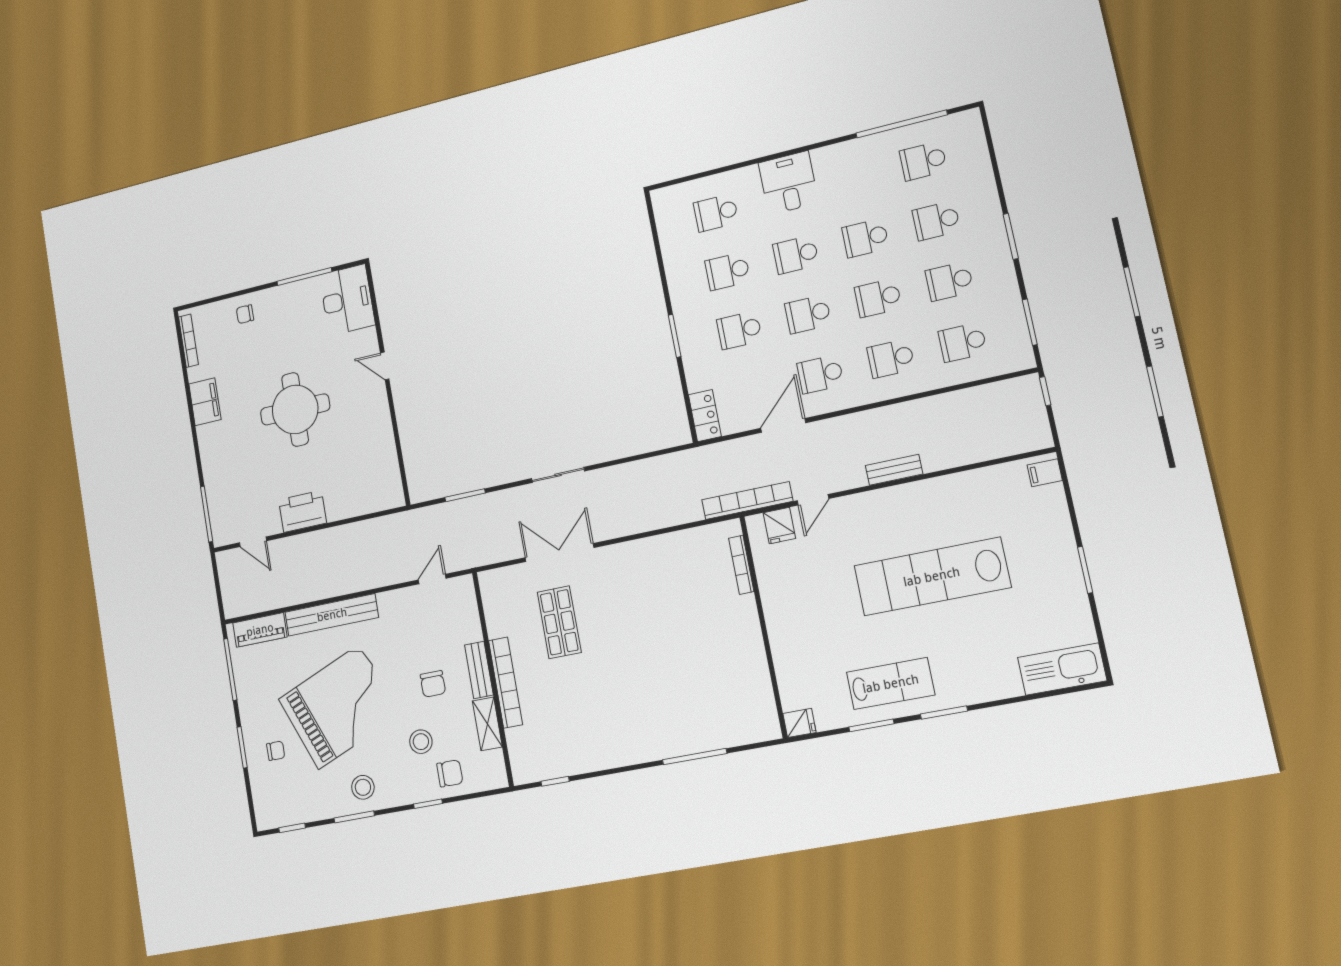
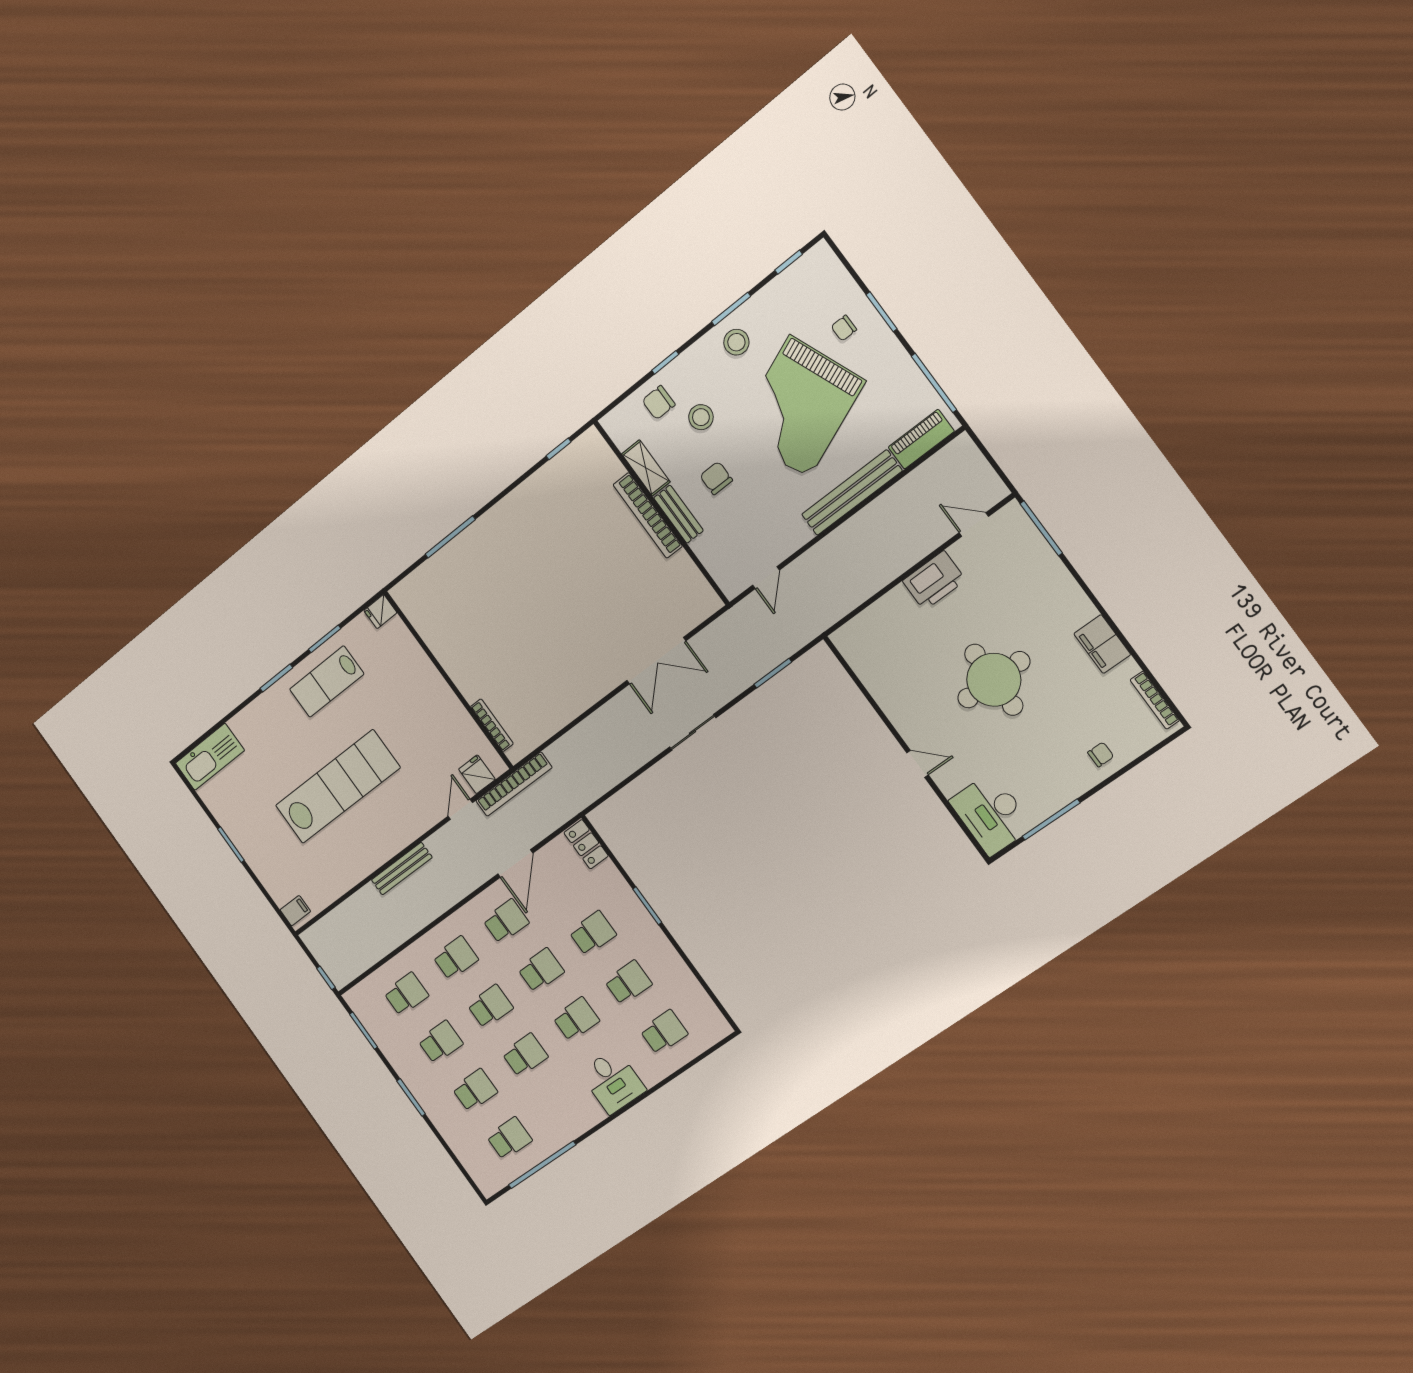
bench: (894, 470) -> (402, 869), width x1.36
shop shelf: (559, 622) -> (625, 596), removed

